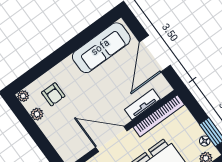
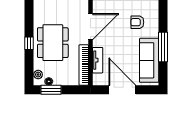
window: (76, 43) -> (163, 47), added
armchair: (53, 94) -> (137, 22), moved

